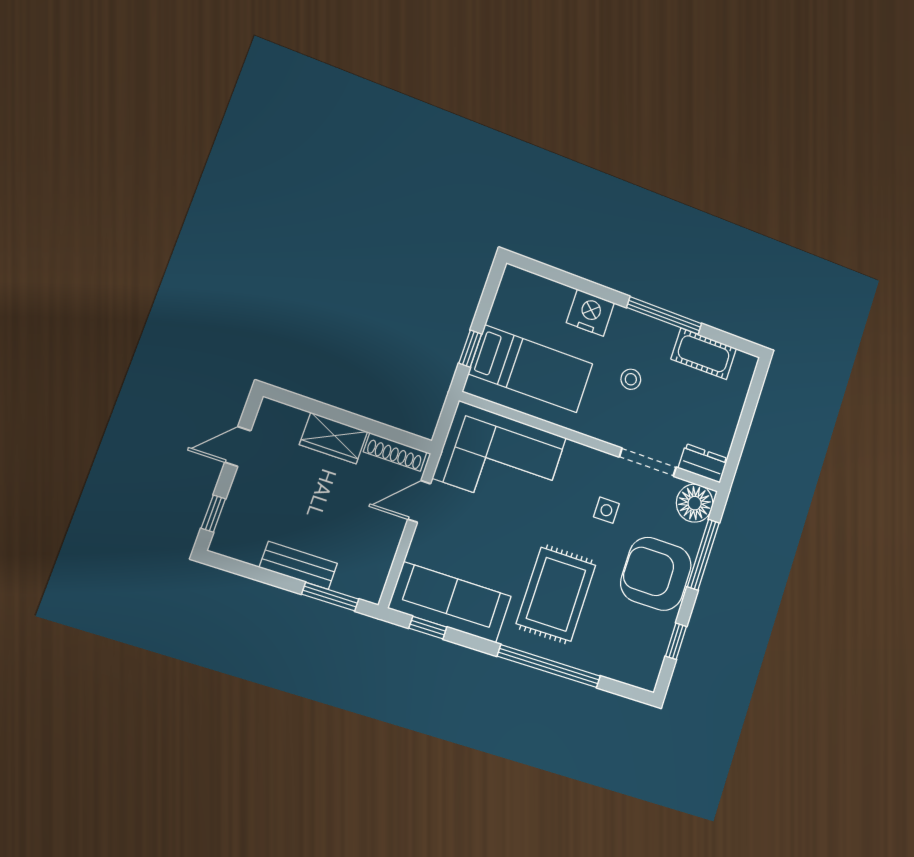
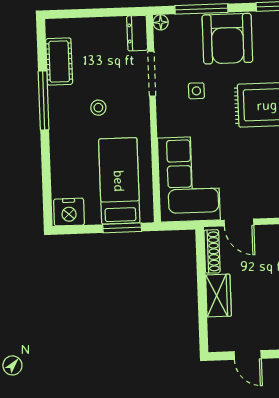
nightstand: (590, 313) -> (69, 212), moved, turned -90
window: (470, 349) -> (122, 228), width x1.50
floor lamp: (695, 503) -> (161, 22), width x0.53, depth x0.53

